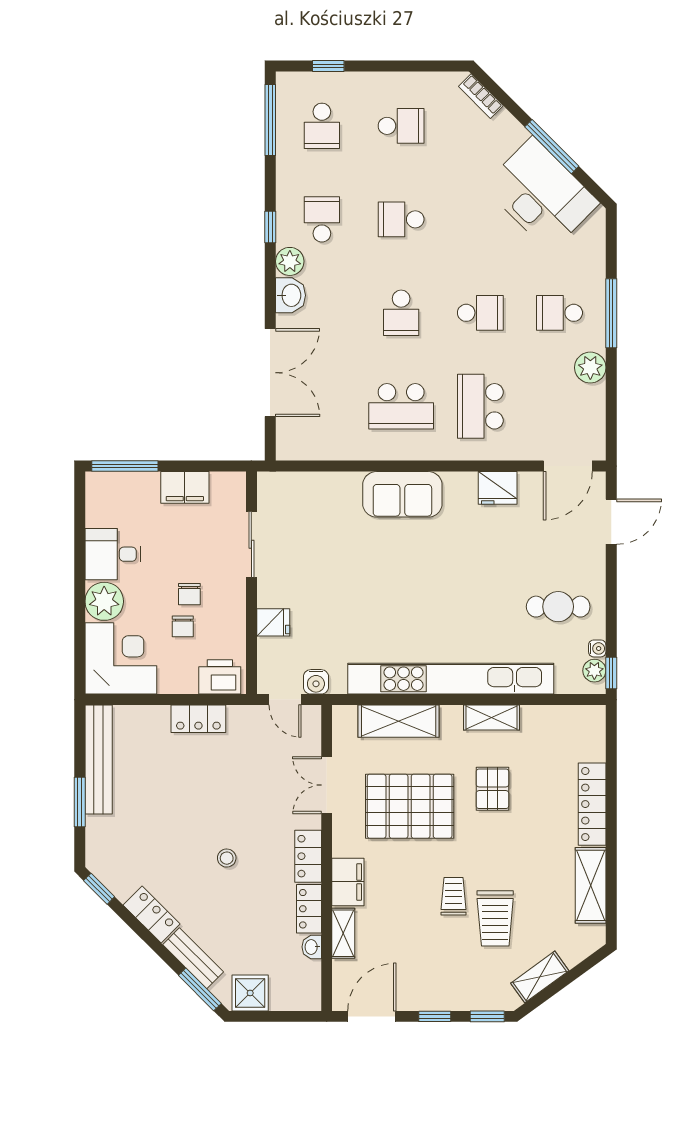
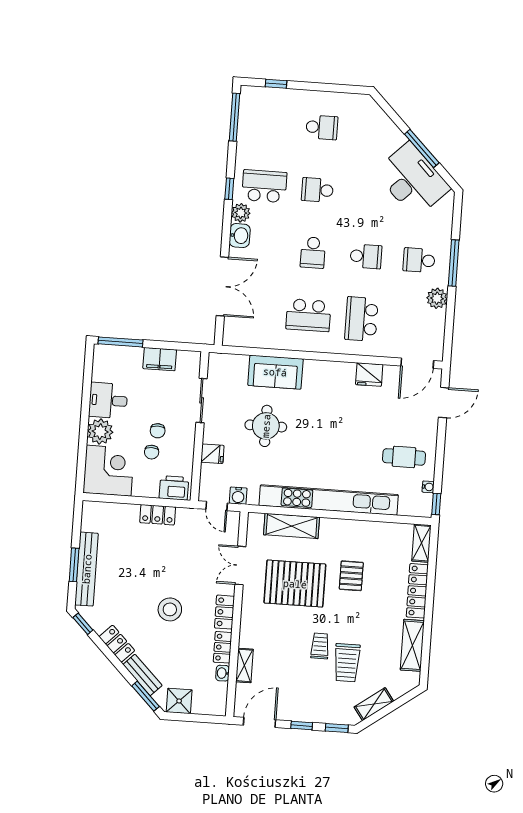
bookcase: (481, 96) -> (377, 111), removed
school desk: (322, 126) -> (269, 124), removed
school desk: (322, 219) -> (264, 186), width x1.85
sofa: (402, 494) -> (275, 372), moved
round table: (350, 575) -> (266, 426), added
plant: (594, 671) -> (425, 502), removed
shelving: (492, 717) -> (421, 543), moved, turned 90
bench: (99, 760) -> (87, 569), moved
stool: (227, 858) -> (170, 609), width x1.89, depth x1.89
filing cabinet: (348, 882) -> (250, 631), removed

